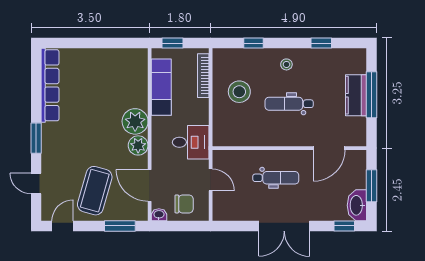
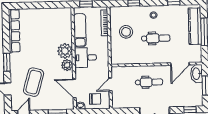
kitchen counter: (356, 95) -> (195, 26), width x1.50
dental chair: (289, 104) -> (156, 38), turned 180
desk: (191, 142) -> (85, 58), moved, turned 180
door: (211, 180) -> (110, 84), swing flipped
coffee table: (95, 191) -> (34, 82), moved
washbasin: (357, 205) -> (197, 74), moved

